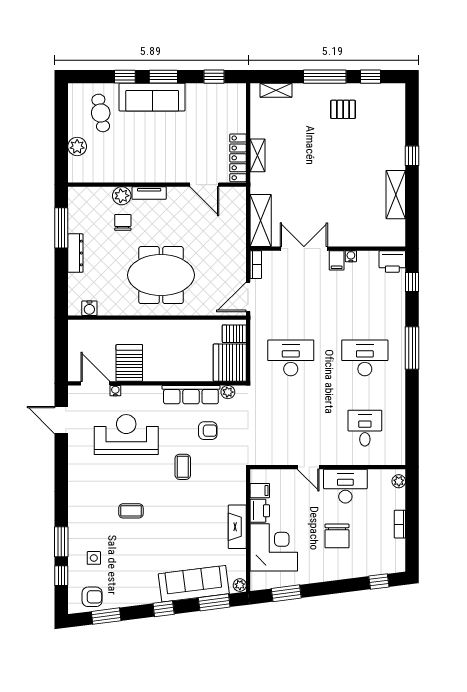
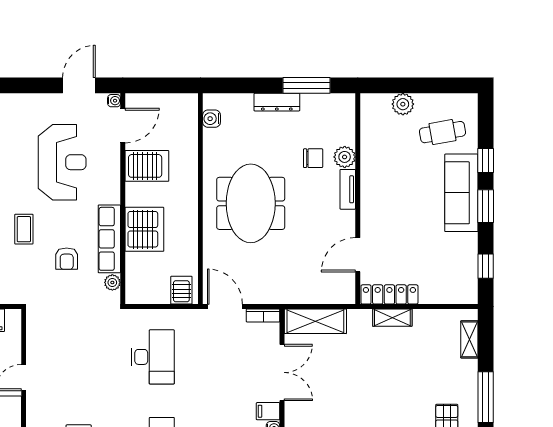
server rack: (230, 363) -> (144, 229), moved, turned 90
water cooler: (115, 391) -> (114, 101), moved
coffee table: (183, 467) -> (24, 229), turned 90

